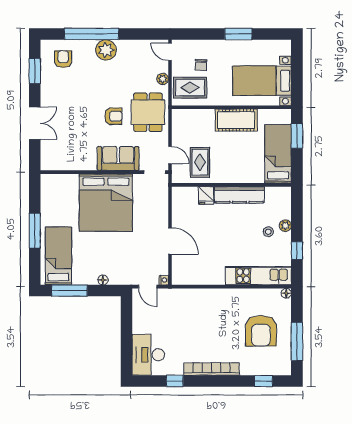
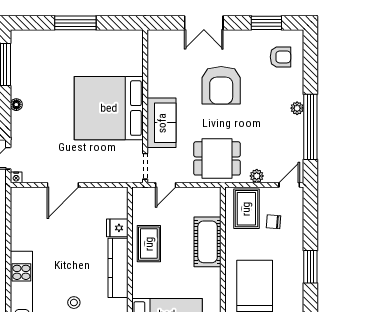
window: (92, 34) -> (310, 127), moved
plant: (106, 50) -> (297, 108), width x0.53, depth x0.53
armchair: (113, 116) -> (221, 85), moved, width x1.88, depth x1.88
cot: (236, 120) -> (208, 242), moved
rug: (200, 162) -> (149, 244), moved, turned 90
bed: (58, 256) -> (45, 51), removed

